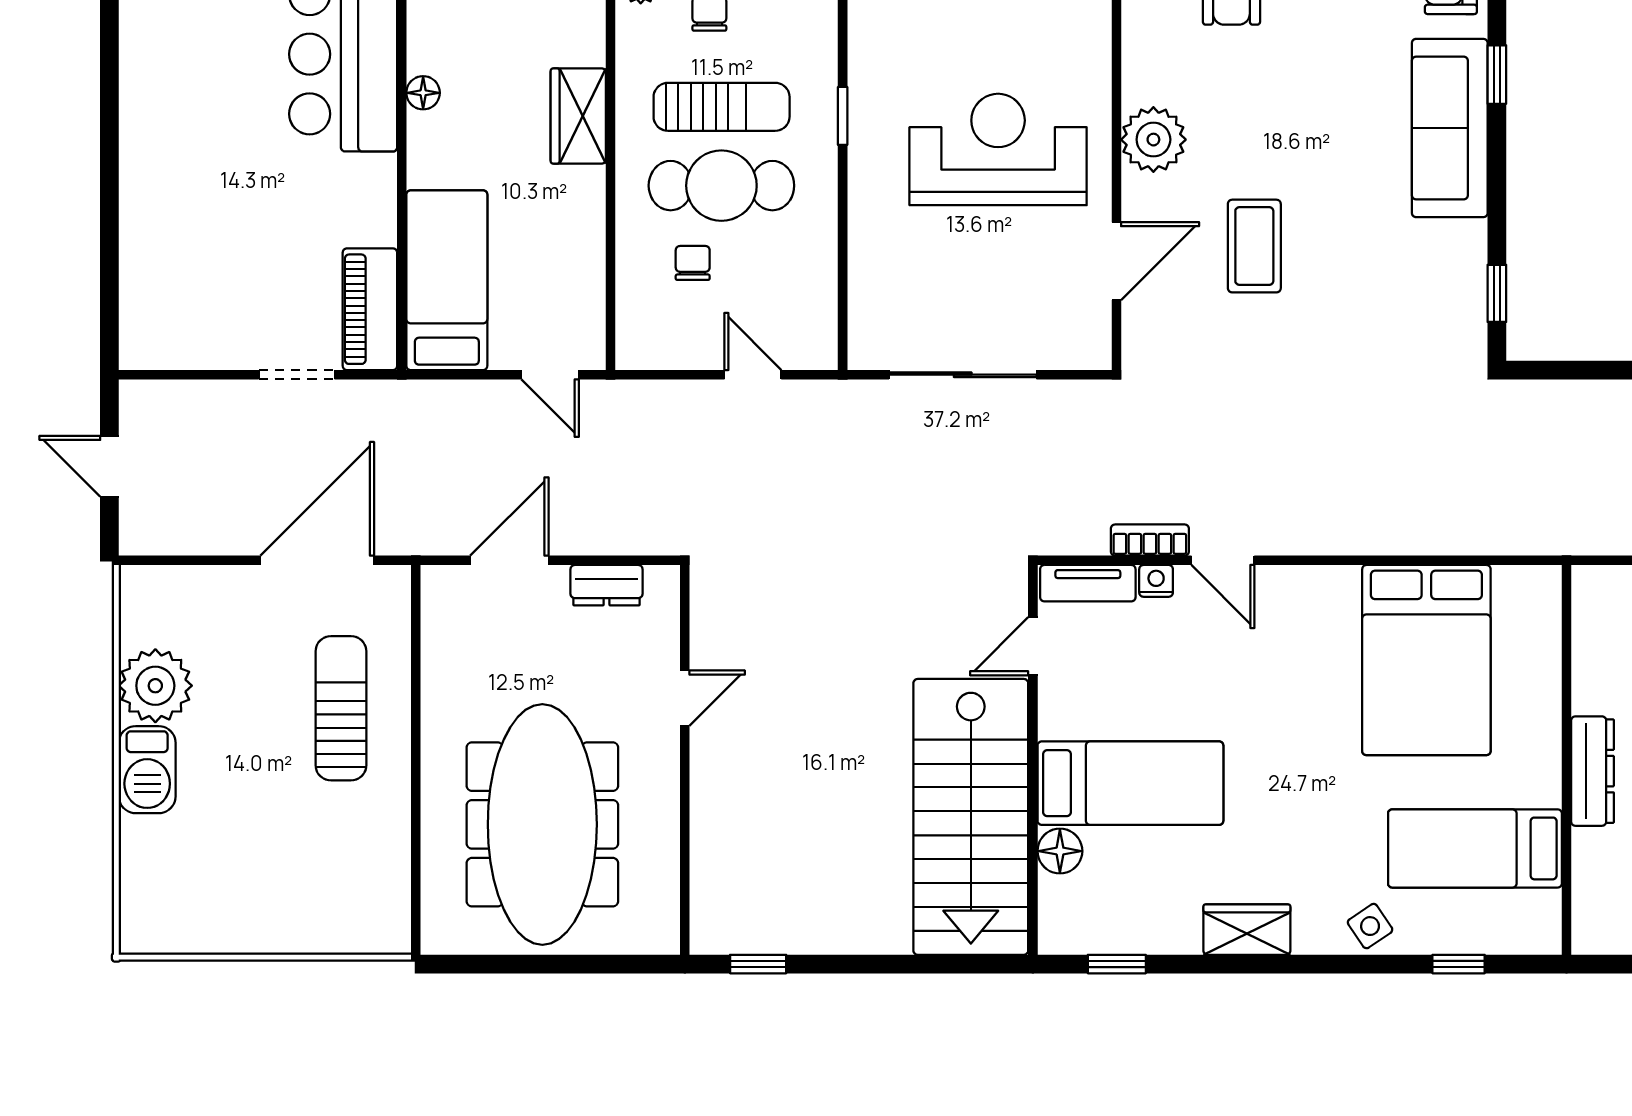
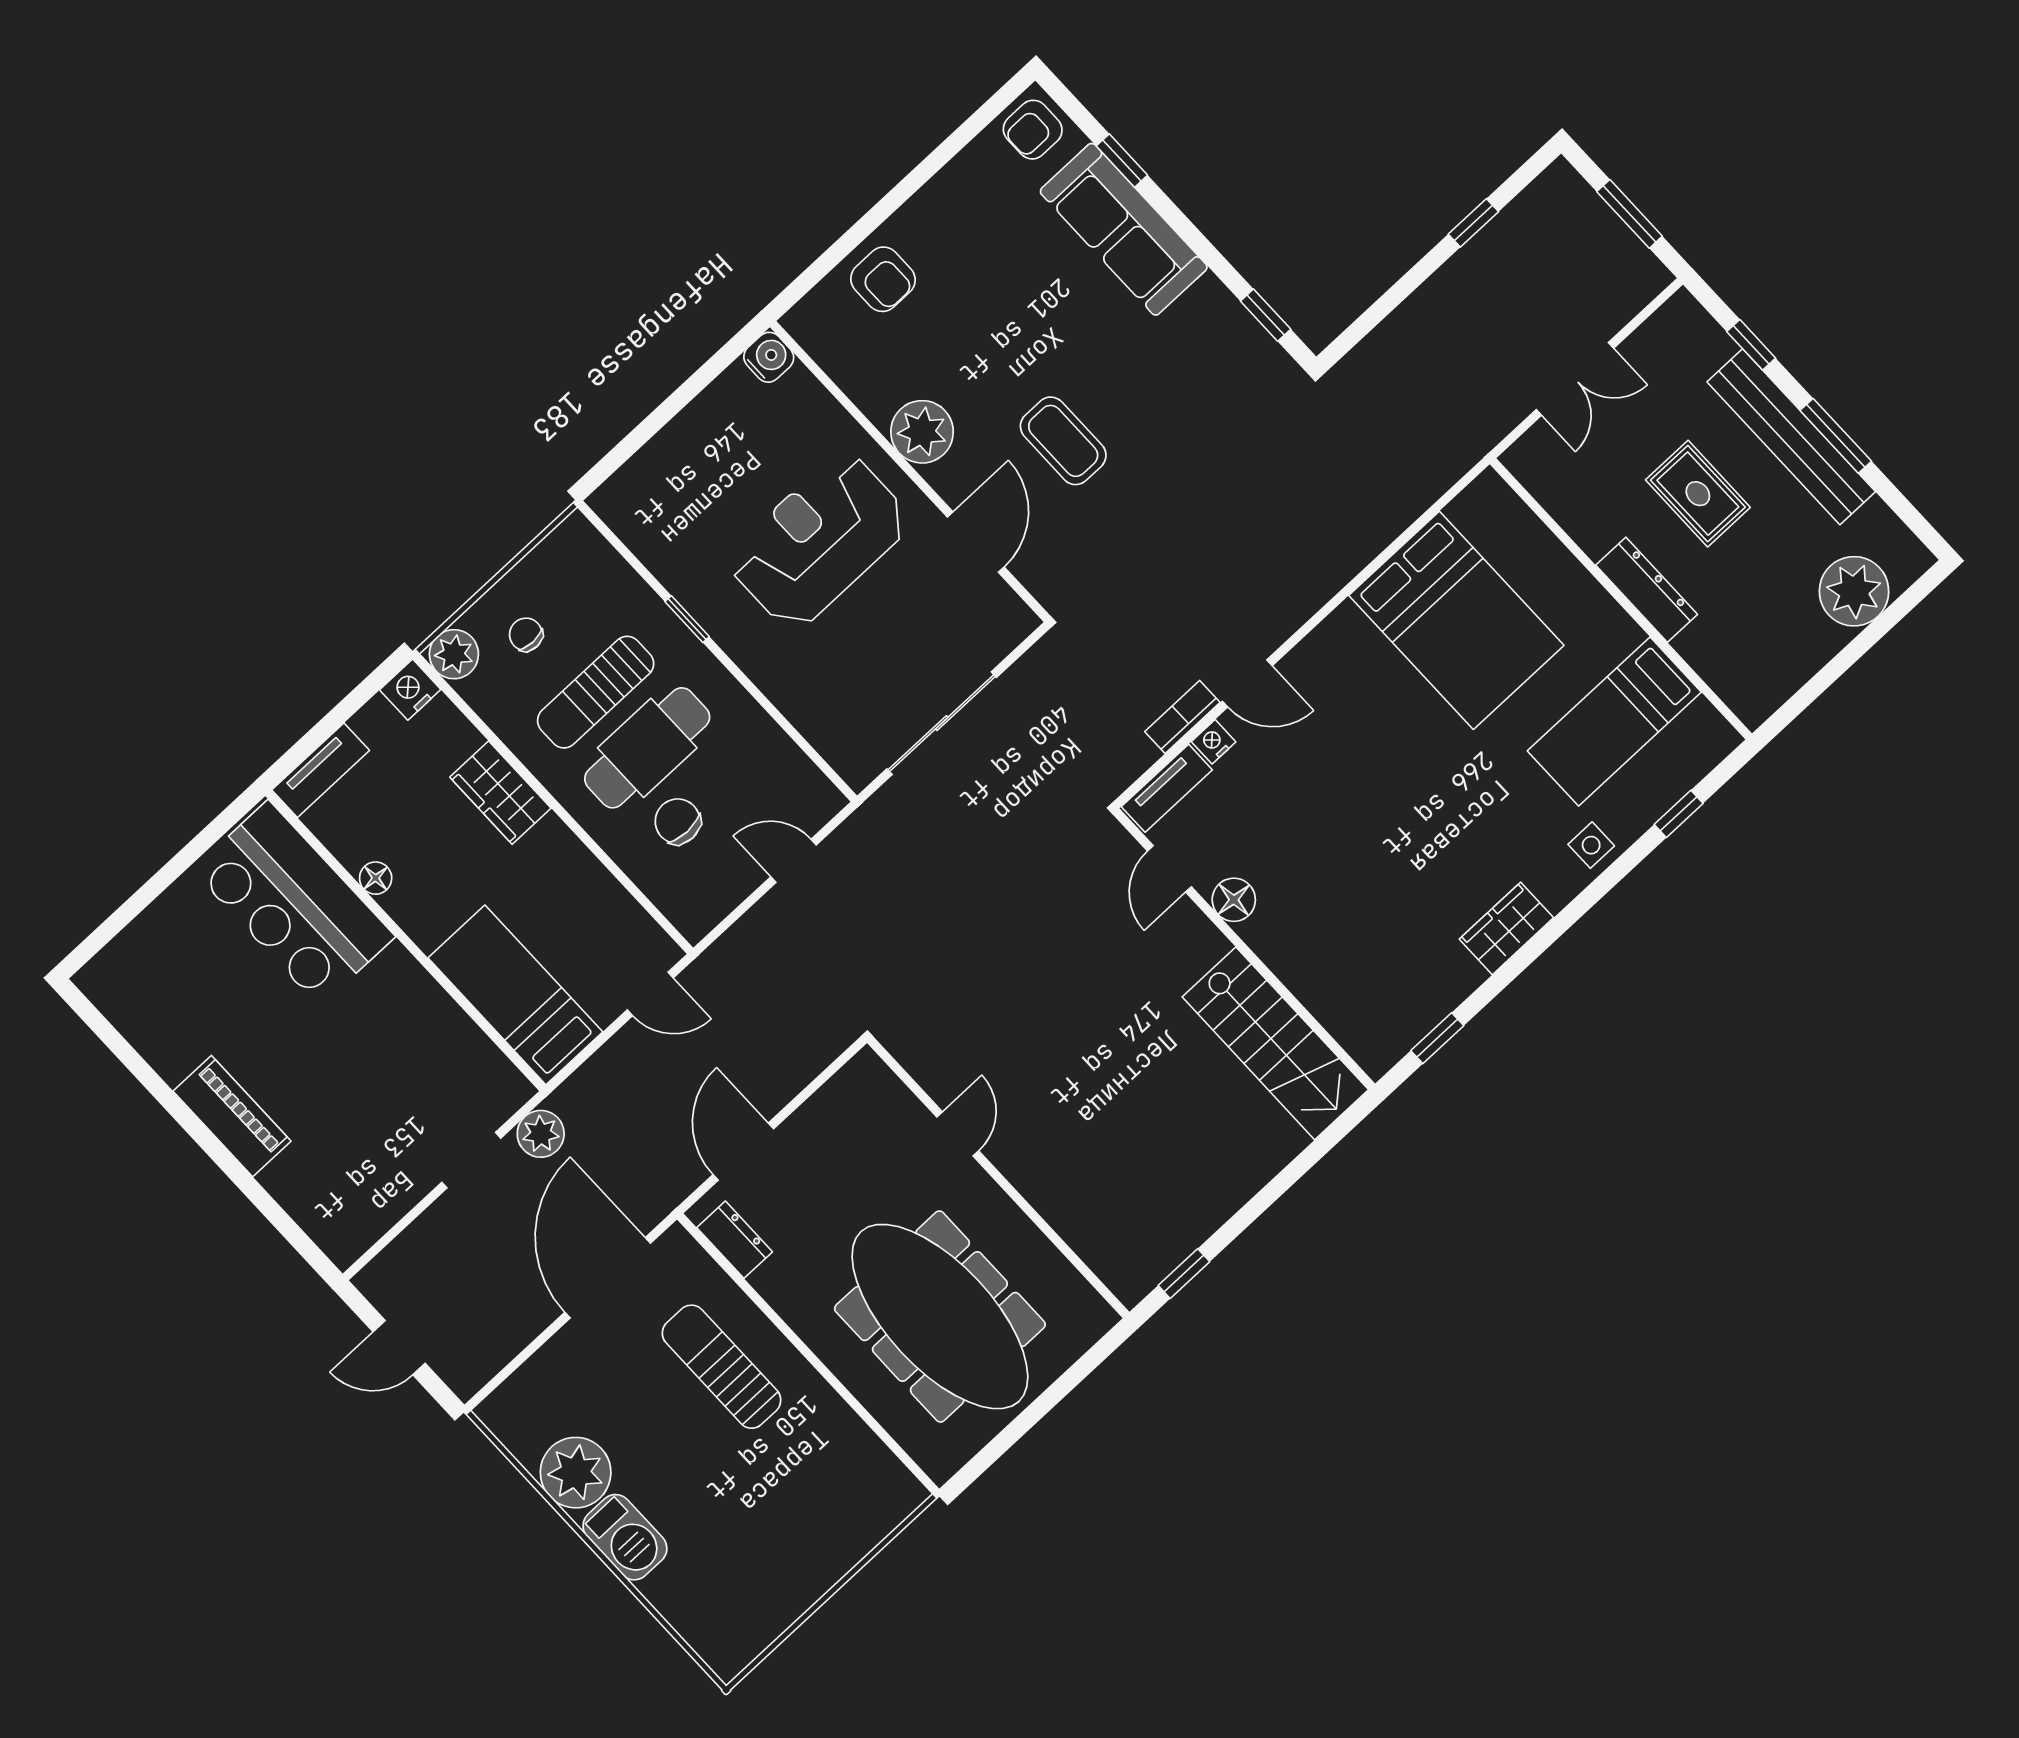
sun lounger: (722, 107) -> (596, 692), turned 180
chair: (693, 263) -> (678, 821), width x1.37, depth x1.37
piano: (370, 309) -> (232, 1116), moved, turned 180
plant: (368, 404) -> (541, 1134), added
dresser: (607, 585) -> (735, 1240), moved, turned -90
bed: (1130, 783) -> (1328, 901), removed
stairs: (971, 817) -> (1275, 1043), width x0.73, depth x0.66
floor lamp: (1060, 851) -> (1234, 900), moved
side table: (1370, 926) -> (1591, 845), turned 34

